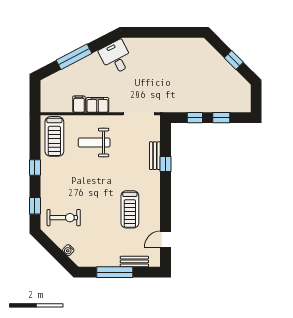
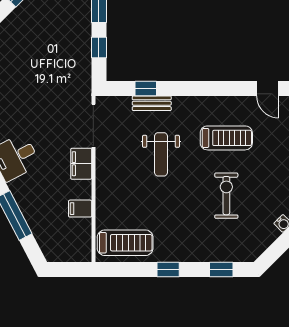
filing cabinet: (97, 105) -> (81, 164), moved
weight bench: (94, 142) -> (161, 154), moved
window: (166, 164) -> (146, 88), moved
exercise bike: (64, 218) -> (226, 196), moved

